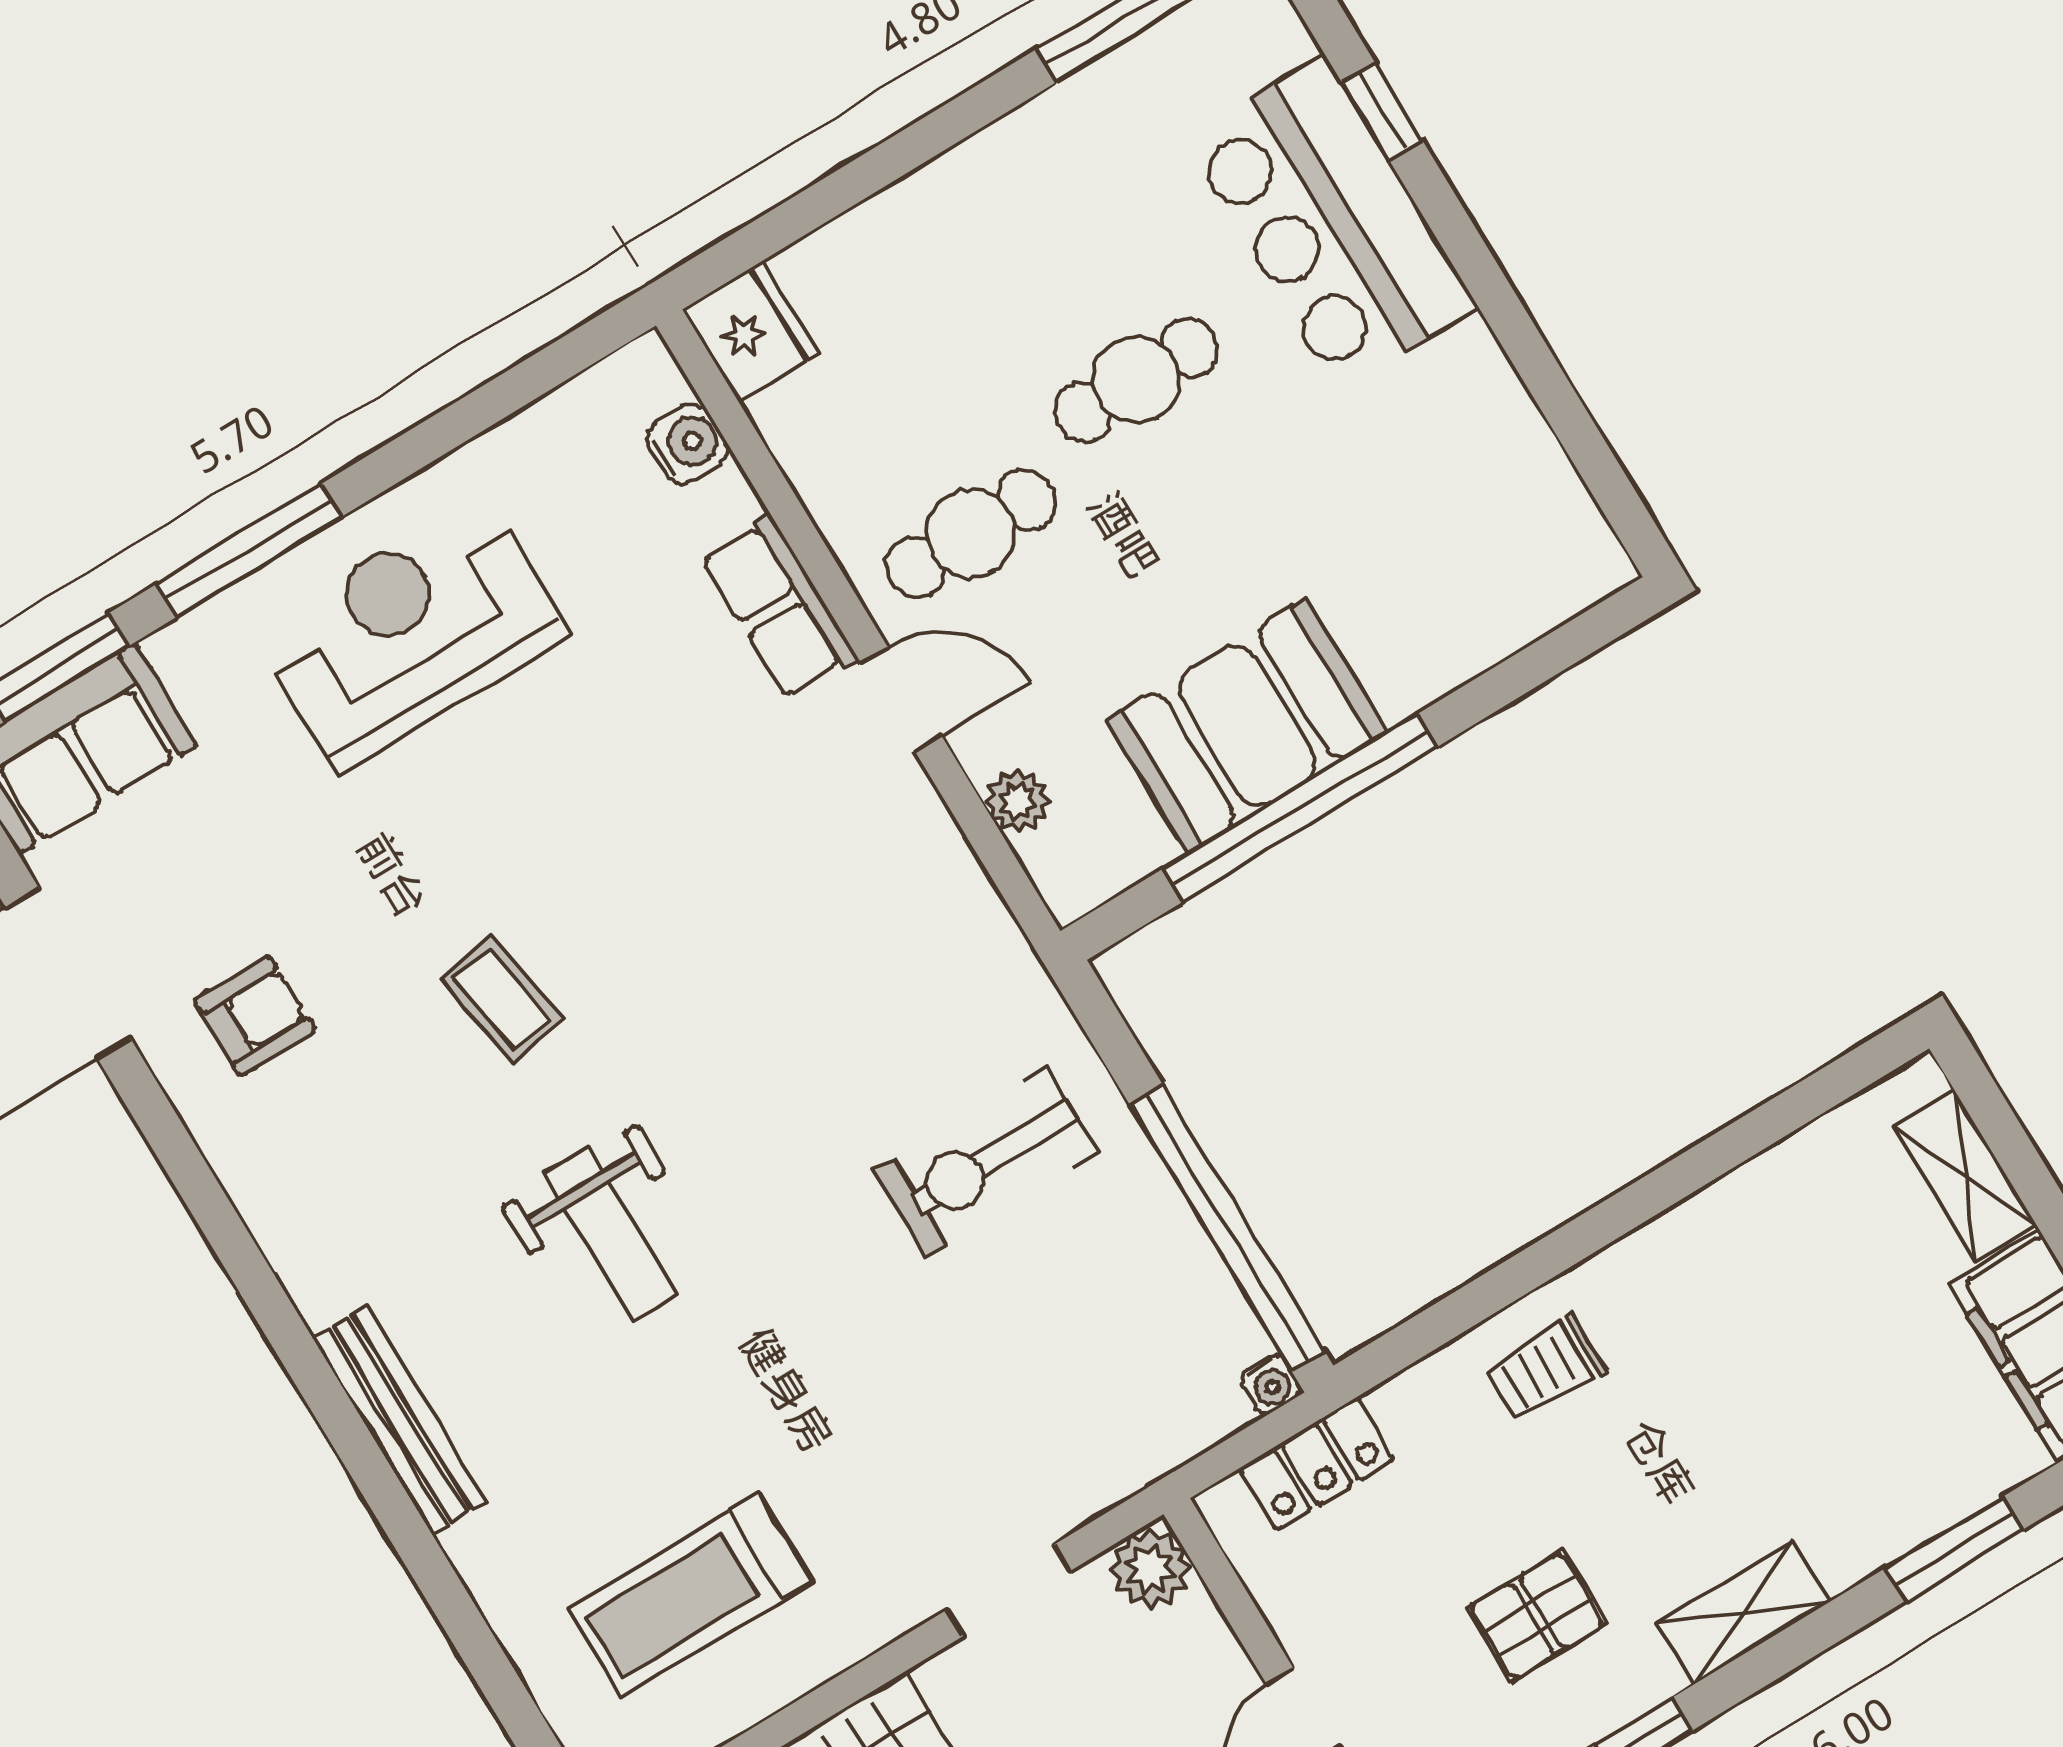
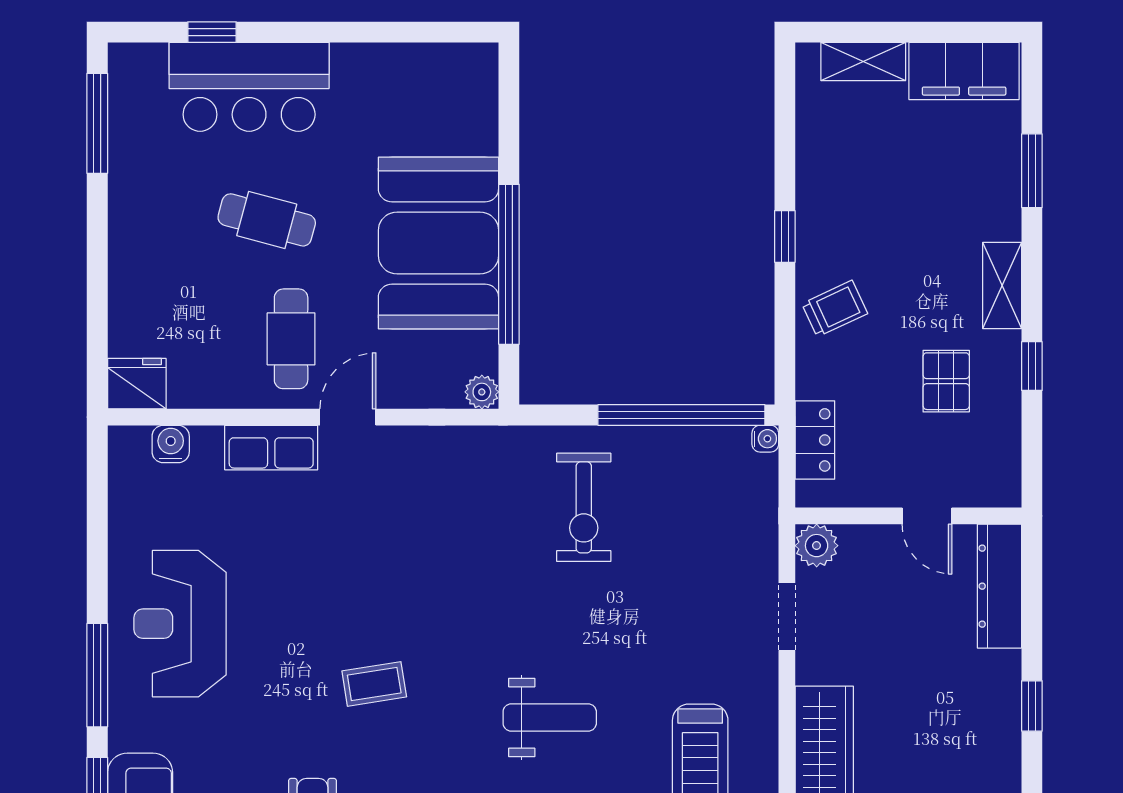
cafe table: (1136, 380) -> (267, 220), turned -75
booth: (1247, 726) -> (438, 243), width x1.36, depth x1.42
plant: (1018, 801) -> (482, 392), moved
window: (1611, 1220) -> (785, 236), added
weight bench: (611, 1234) -> (550, 717), moved
trolley: (1544, 1369) -> (835, 309), turned -115

